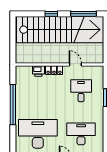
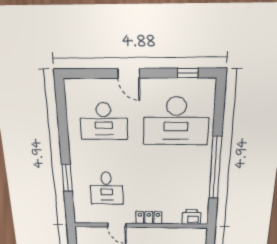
printer: (38, 71) -> (191, 217), moved

